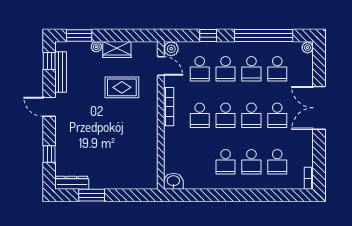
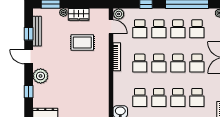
window: (49, 61) -> (29, 34), moved
plant: (65, 133) -> (41, 76), added
school desk: (200, 162) -> (140, 97), added

